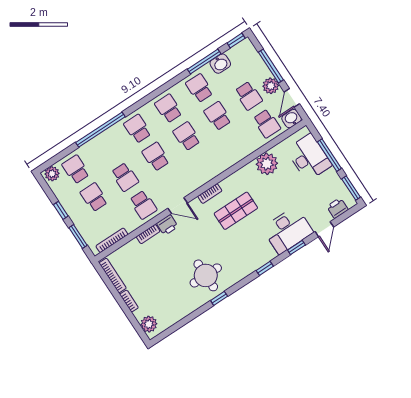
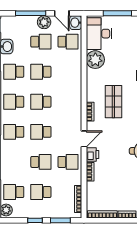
desk: (309, 157) -> (99, 34), moved, turned -90

